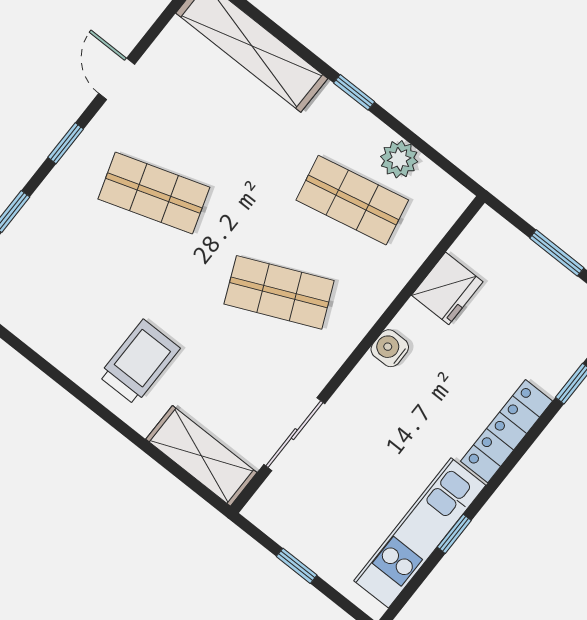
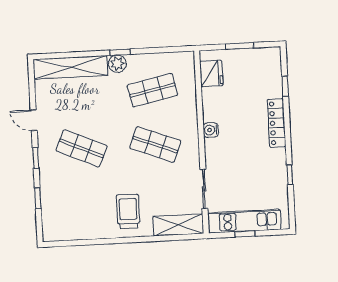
plant: (399, 159) -> (117, 64), moved
shop shelf: (154, 193) -> (81, 148), turned 42
fridge: (447, 288) -> (211, 73), moved
shop shelf: (279, 292) -> (155, 144), turned 45
kitchen unit: (420, 533) -> (244, 221), moved, turned 90

